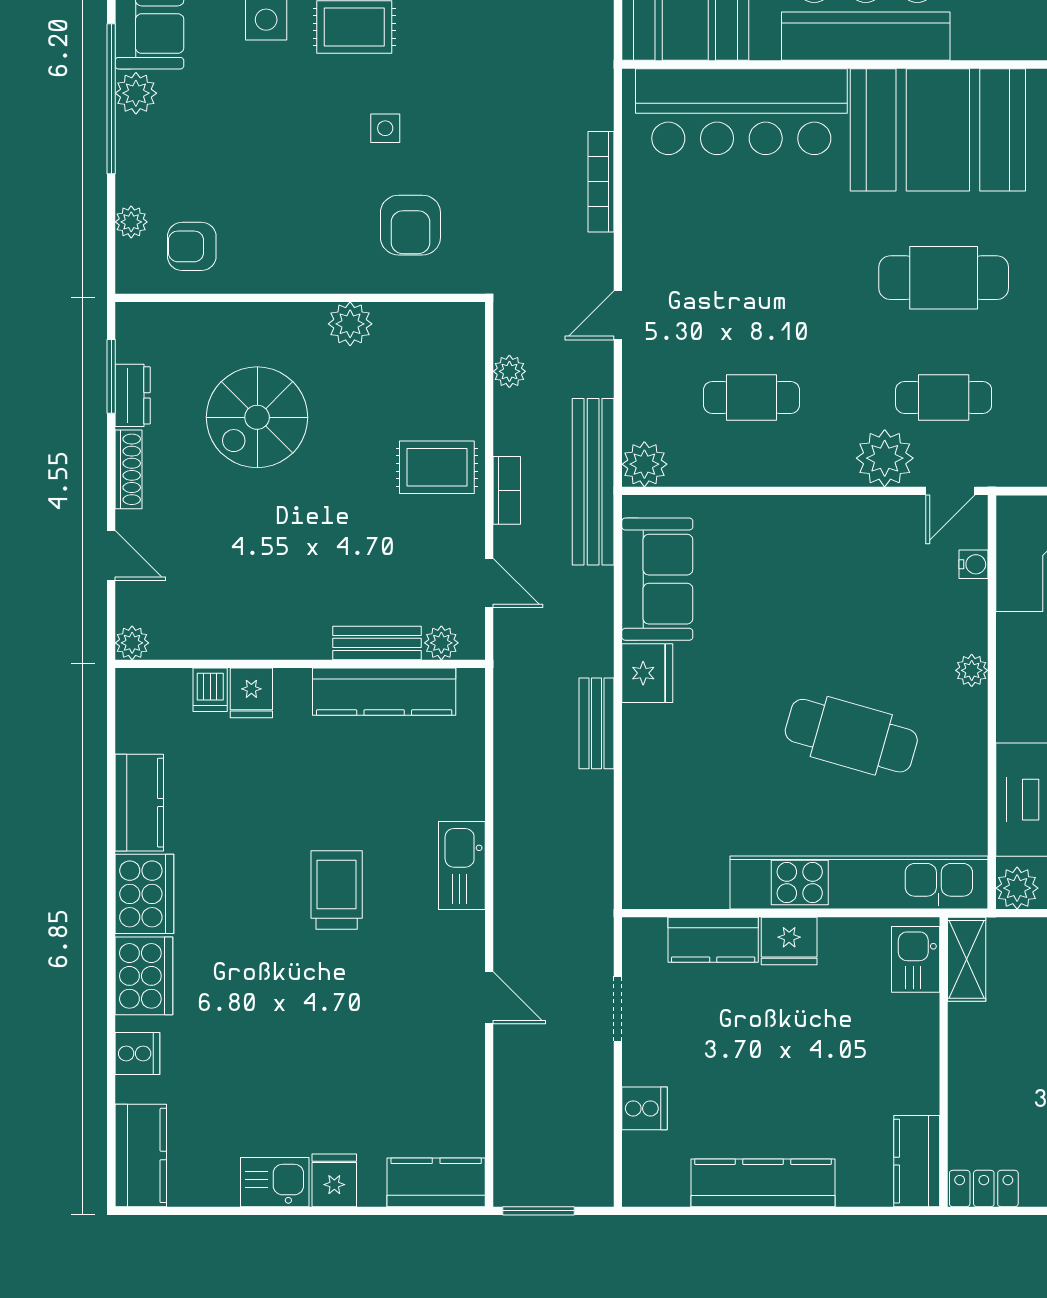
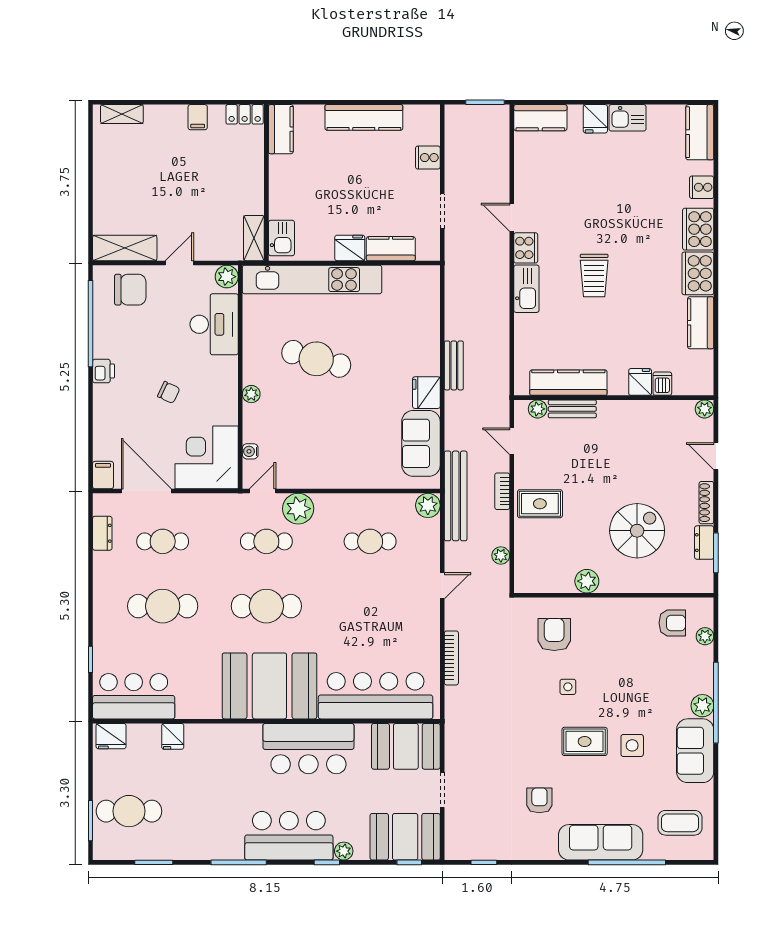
cooker: (463, 941) -> (526, 248), added

